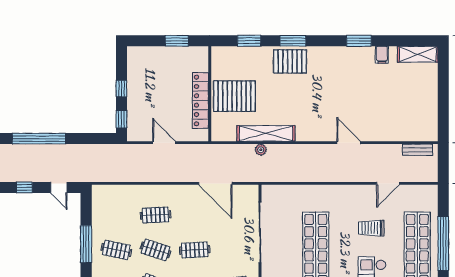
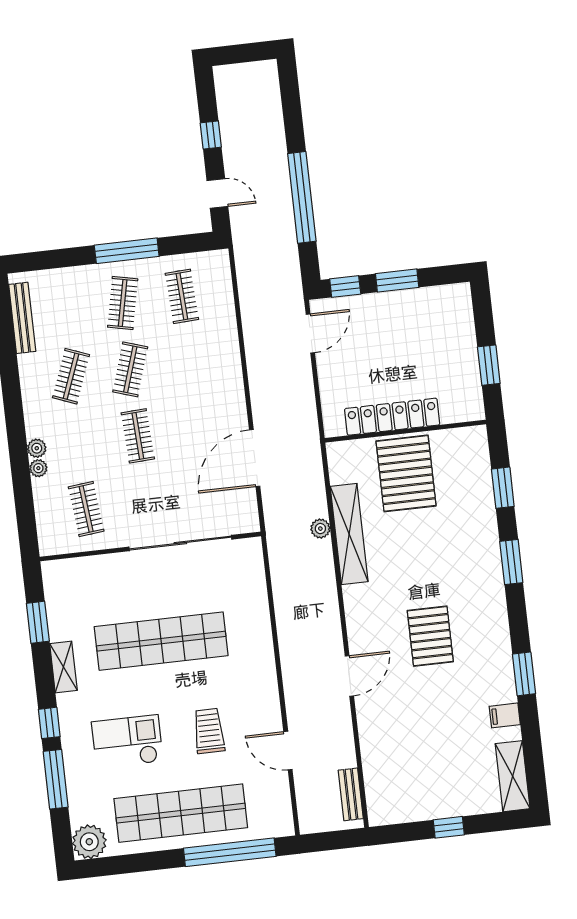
pallet: (290, 61) -> (430, 636), moved
window: (121, 89) -> (397, 281), width x1.50
window: (443, 95) -> (449, 827), added
window: (39, 139) -> (302, 197), moved
door: (164, 143) -> (310, 334), moved
door: (59, 187) -> (217, 193), swing flipped
clothes rail: (155, 215) -> (182, 296), moved
window: (443, 243) -> (230, 852), moved

